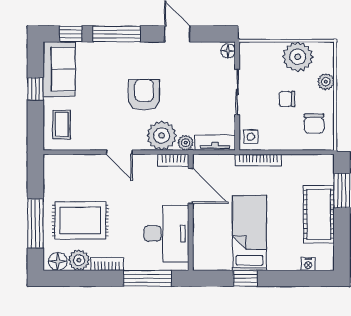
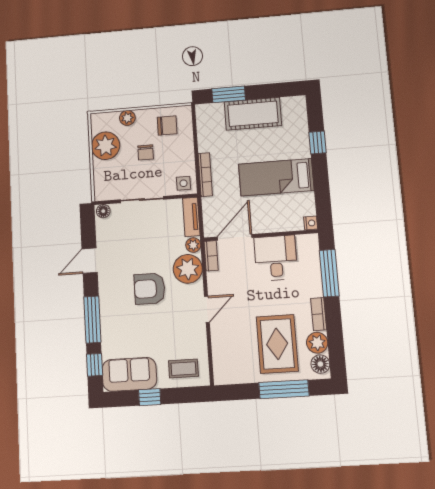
desk: (166, 234) -> (276, 258), width x0.73
nightstand: (308, 264) -> (311, 223), moved
window: (245, 278) -> (317, 143), moved

